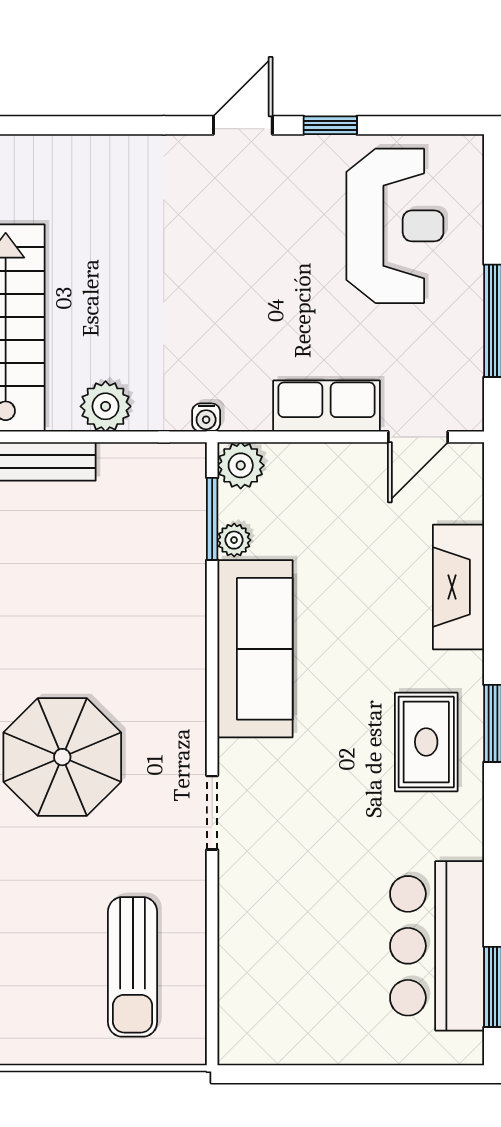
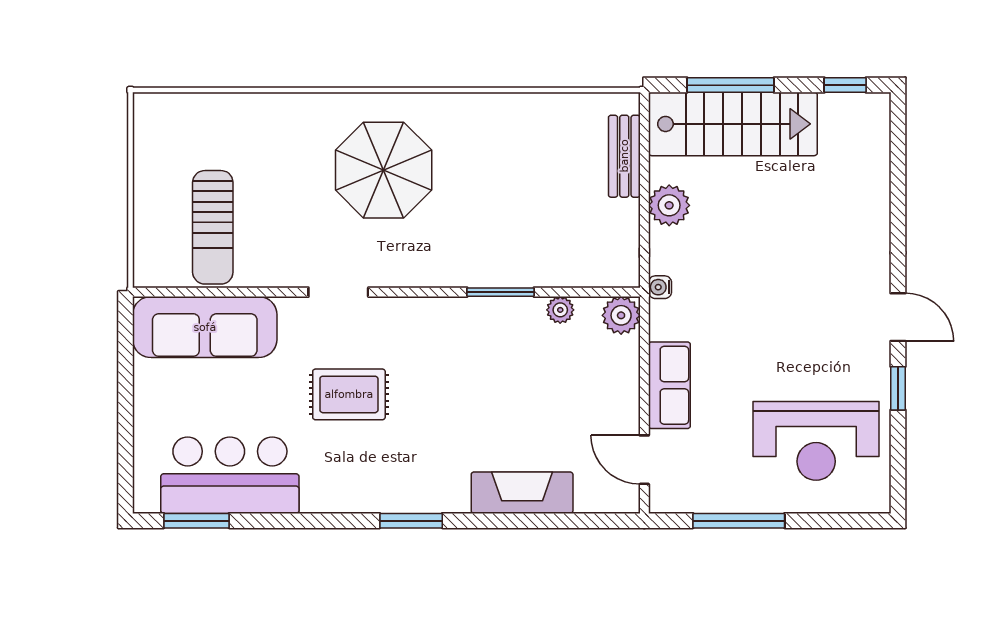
window: (212, 519) -> (501, 292), moved
sofa: (255, 649) -> (205, 327), moved
rug: (426, 742) -> (349, 394), moved
sun lounger: (133, 967) -> (213, 227), turned -90

